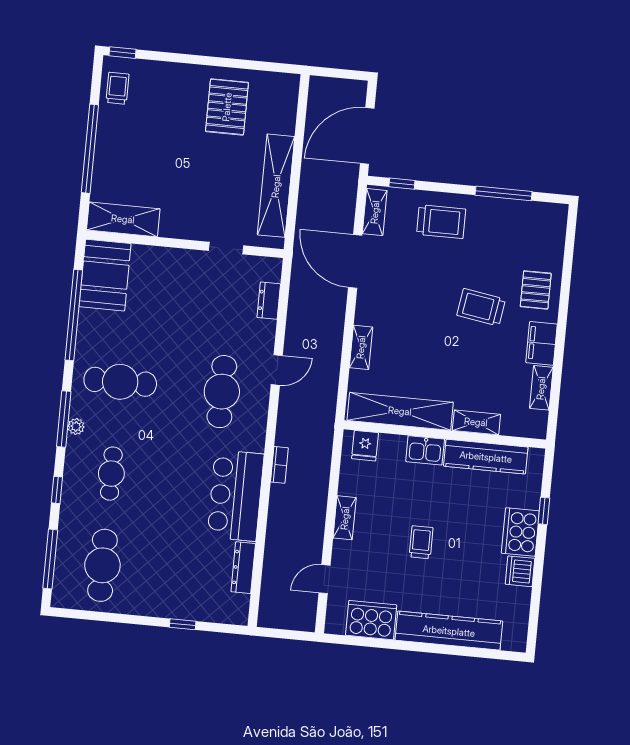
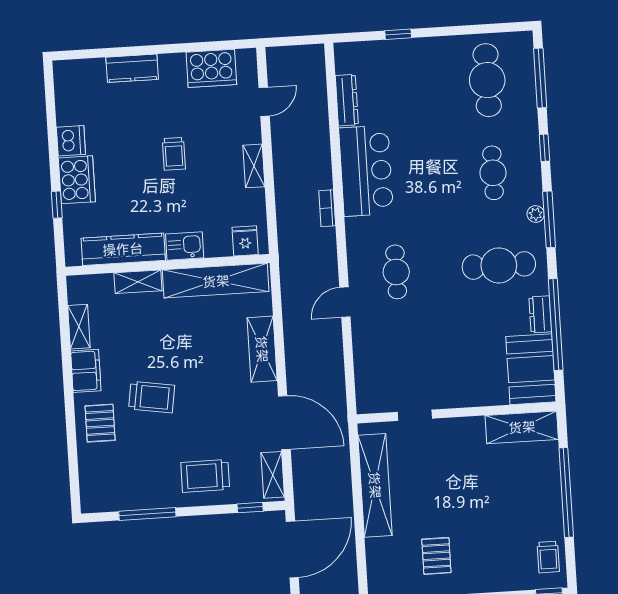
pallet: (227, 107) -> (436, 556), width x0.67, depth x0.71
dresser: (269, 301) -> (540, 314), moved, turned 180
shelving: (361, 347) -> (262, 349), width x1.50, depth x1.33
cafe table: (222, 392) -> (396, 272), width x0.73, depth x0.74
kitchen counter: (449, 631) -> (132, 68), width x0.48, depth x0.86

